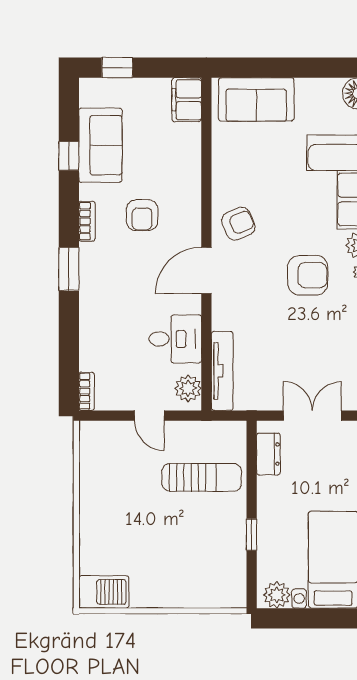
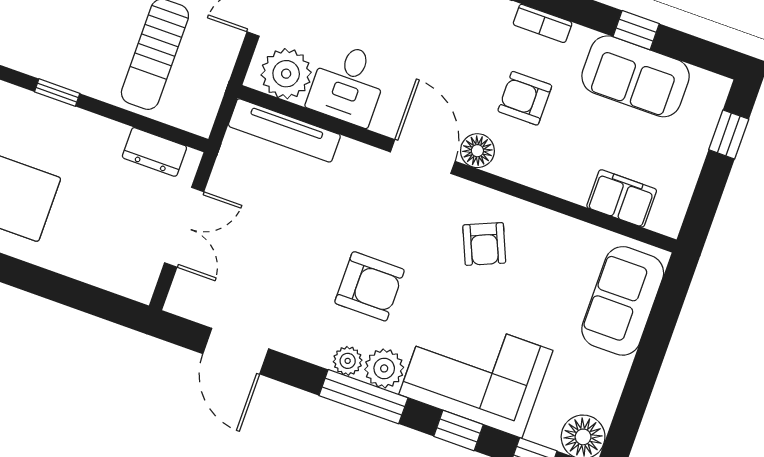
filing cabinet: (187, 100) -> (622, 198), moved
armchair: (238, 224) -> (484, 244), moved
floor lamp: (189, 235) -> (477, 151), added
armchair: (308, 275) -> (369, 286), turned -90
plant: (188, 388) -> (286, 74), width x1.36, depth x1.36

